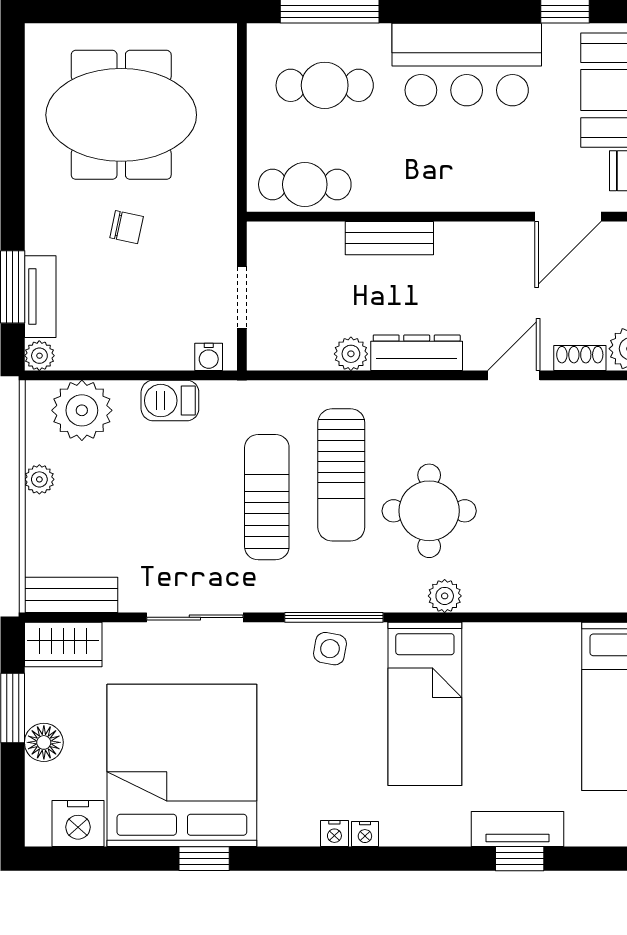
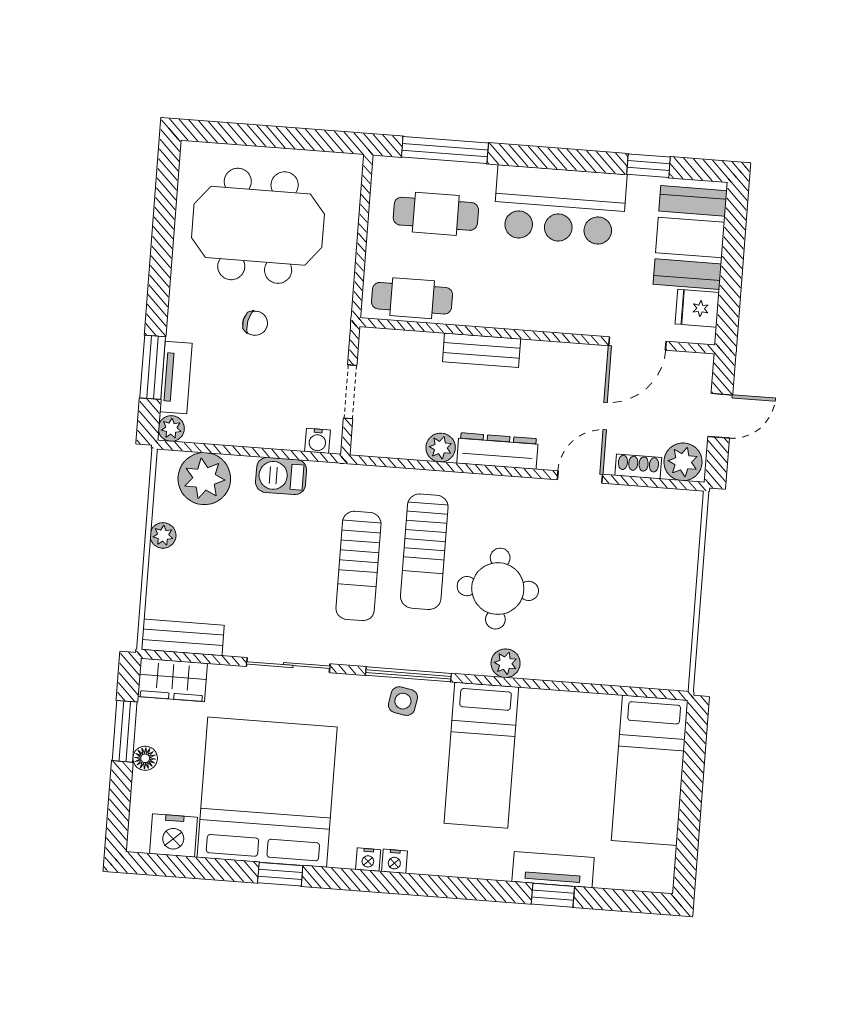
sun lounger: (267, 497) -> (358, 566), turned 180
floor lamp: (44, 742) -> (145, 758), width x0.73, depth x0.73
nightstand: (365, 834) -> (368, 860), moved

